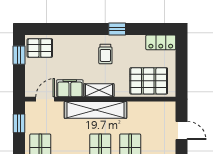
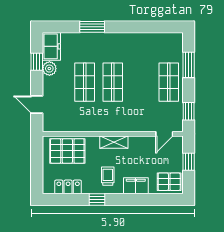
locker: (161, 42) -> (68, 187), moved
window: (19, 55) -> (189, 162), moved
filing cabinet: (70, 88) -> (136, 186), moved, turned 180
shelving: (96, 110) -> (117, 124), removed

